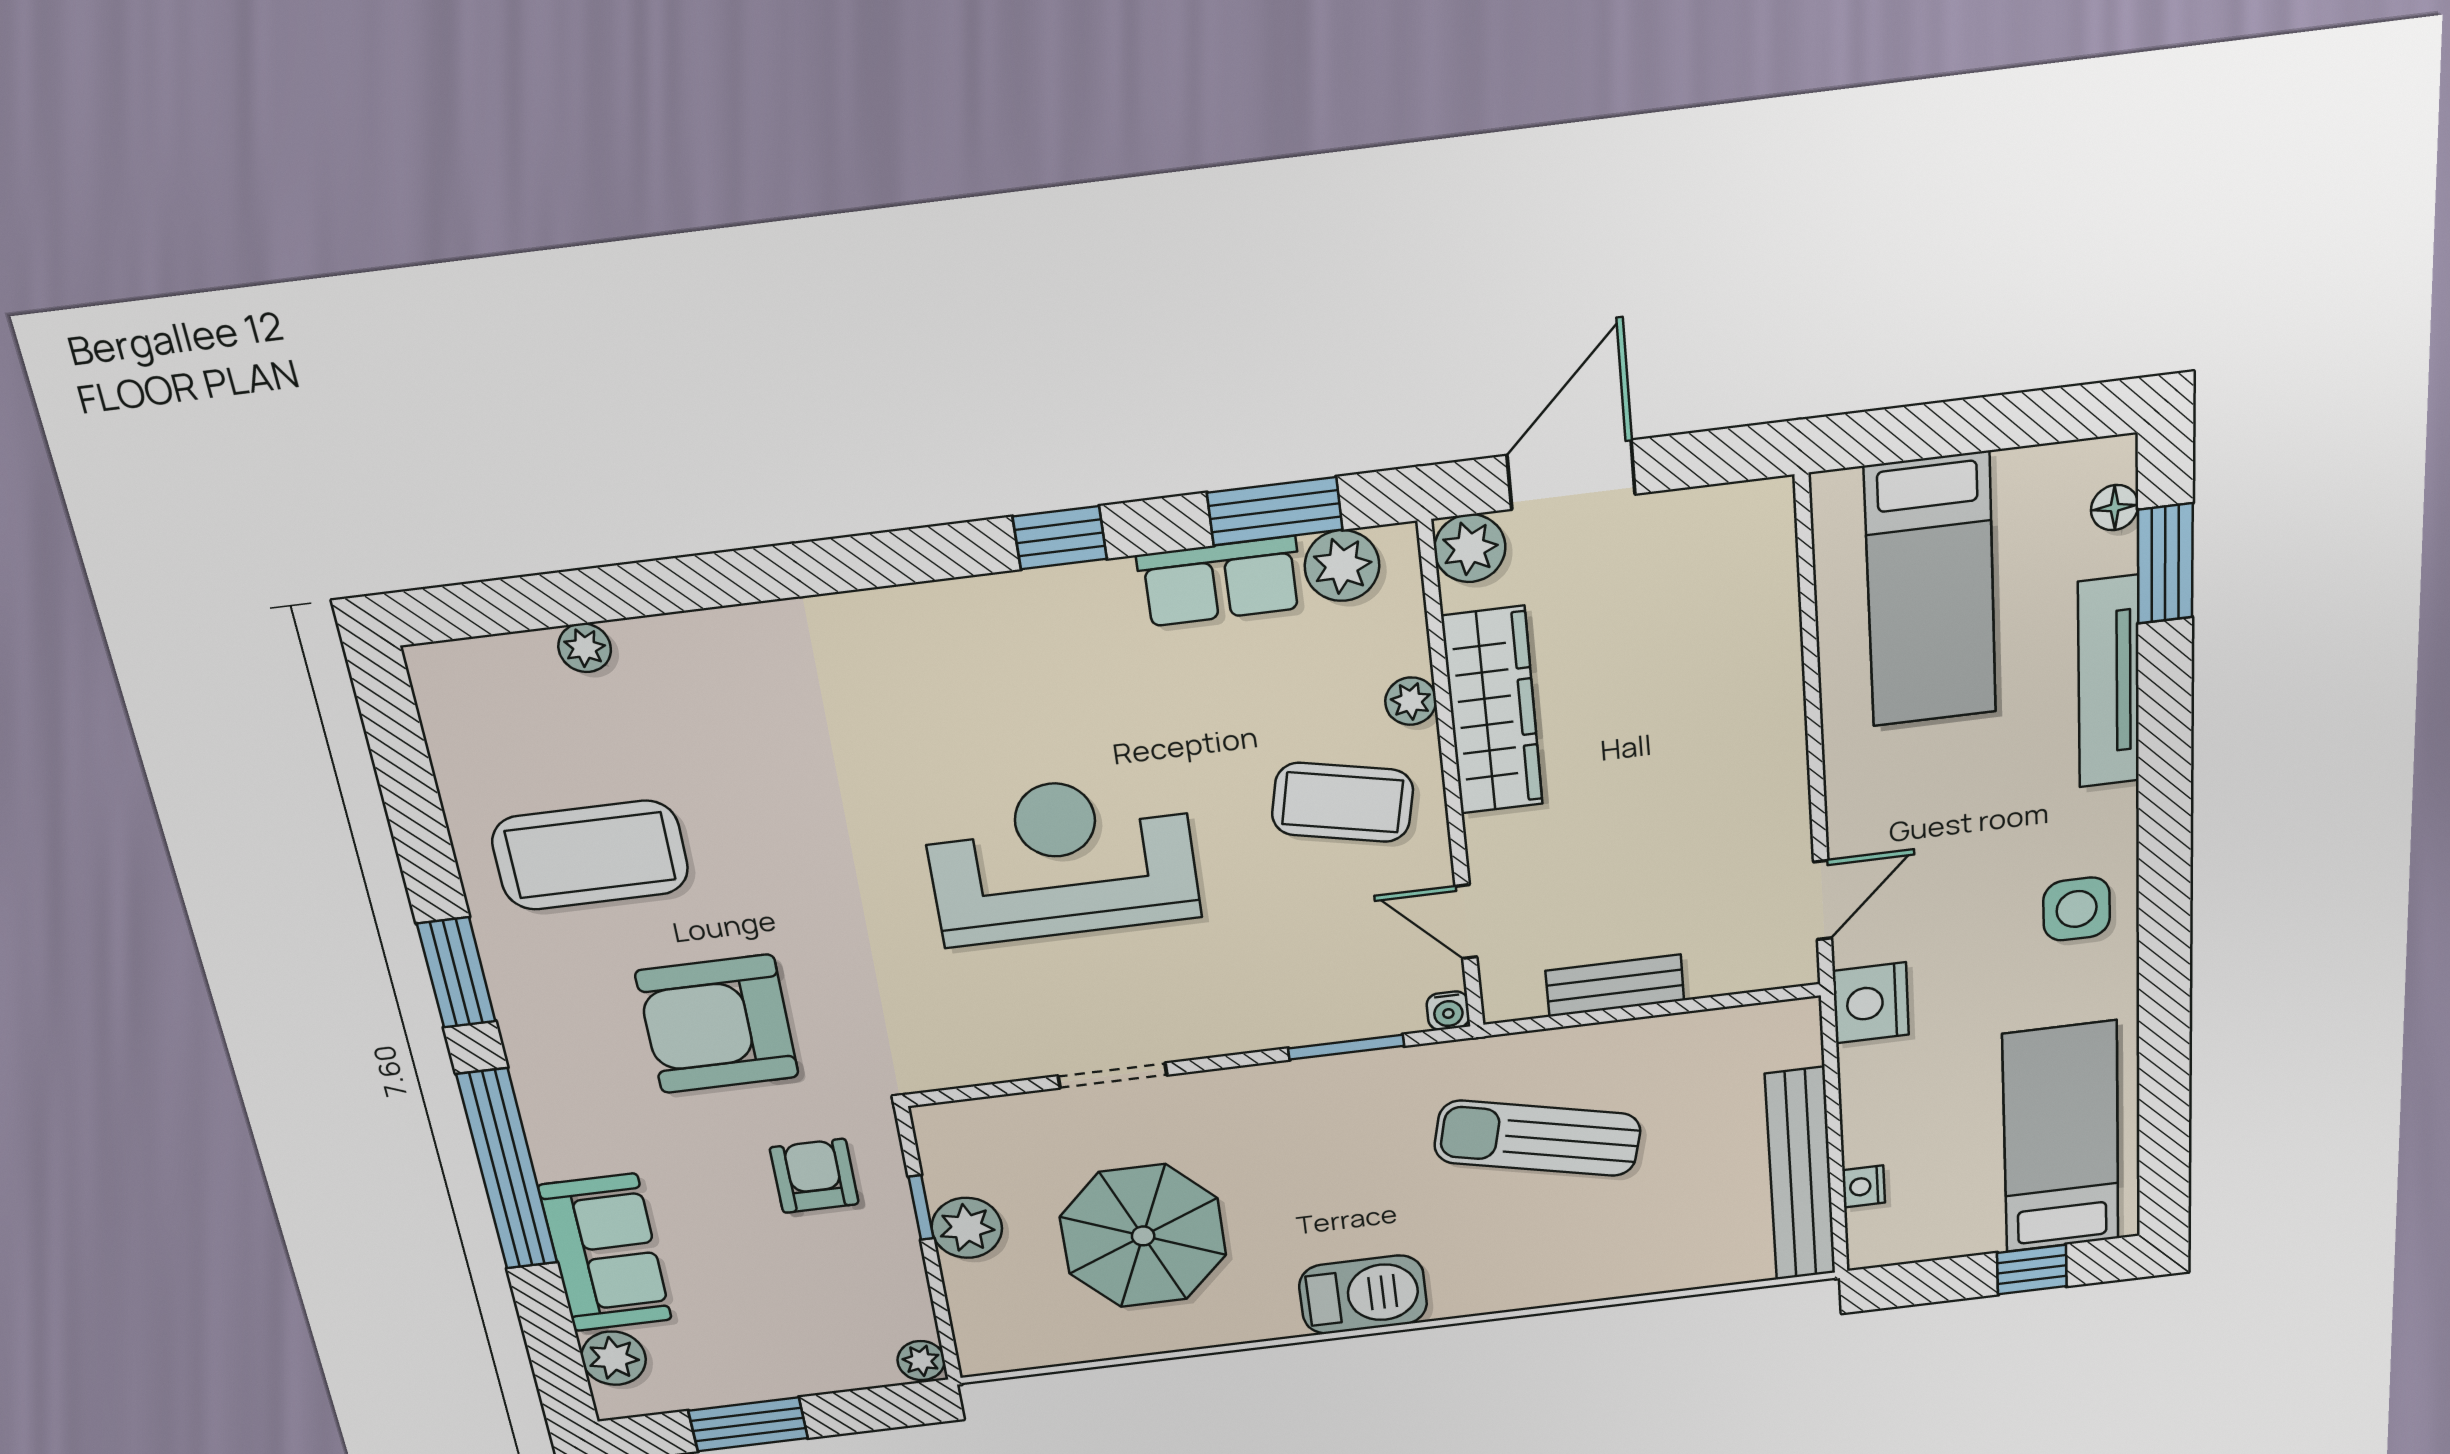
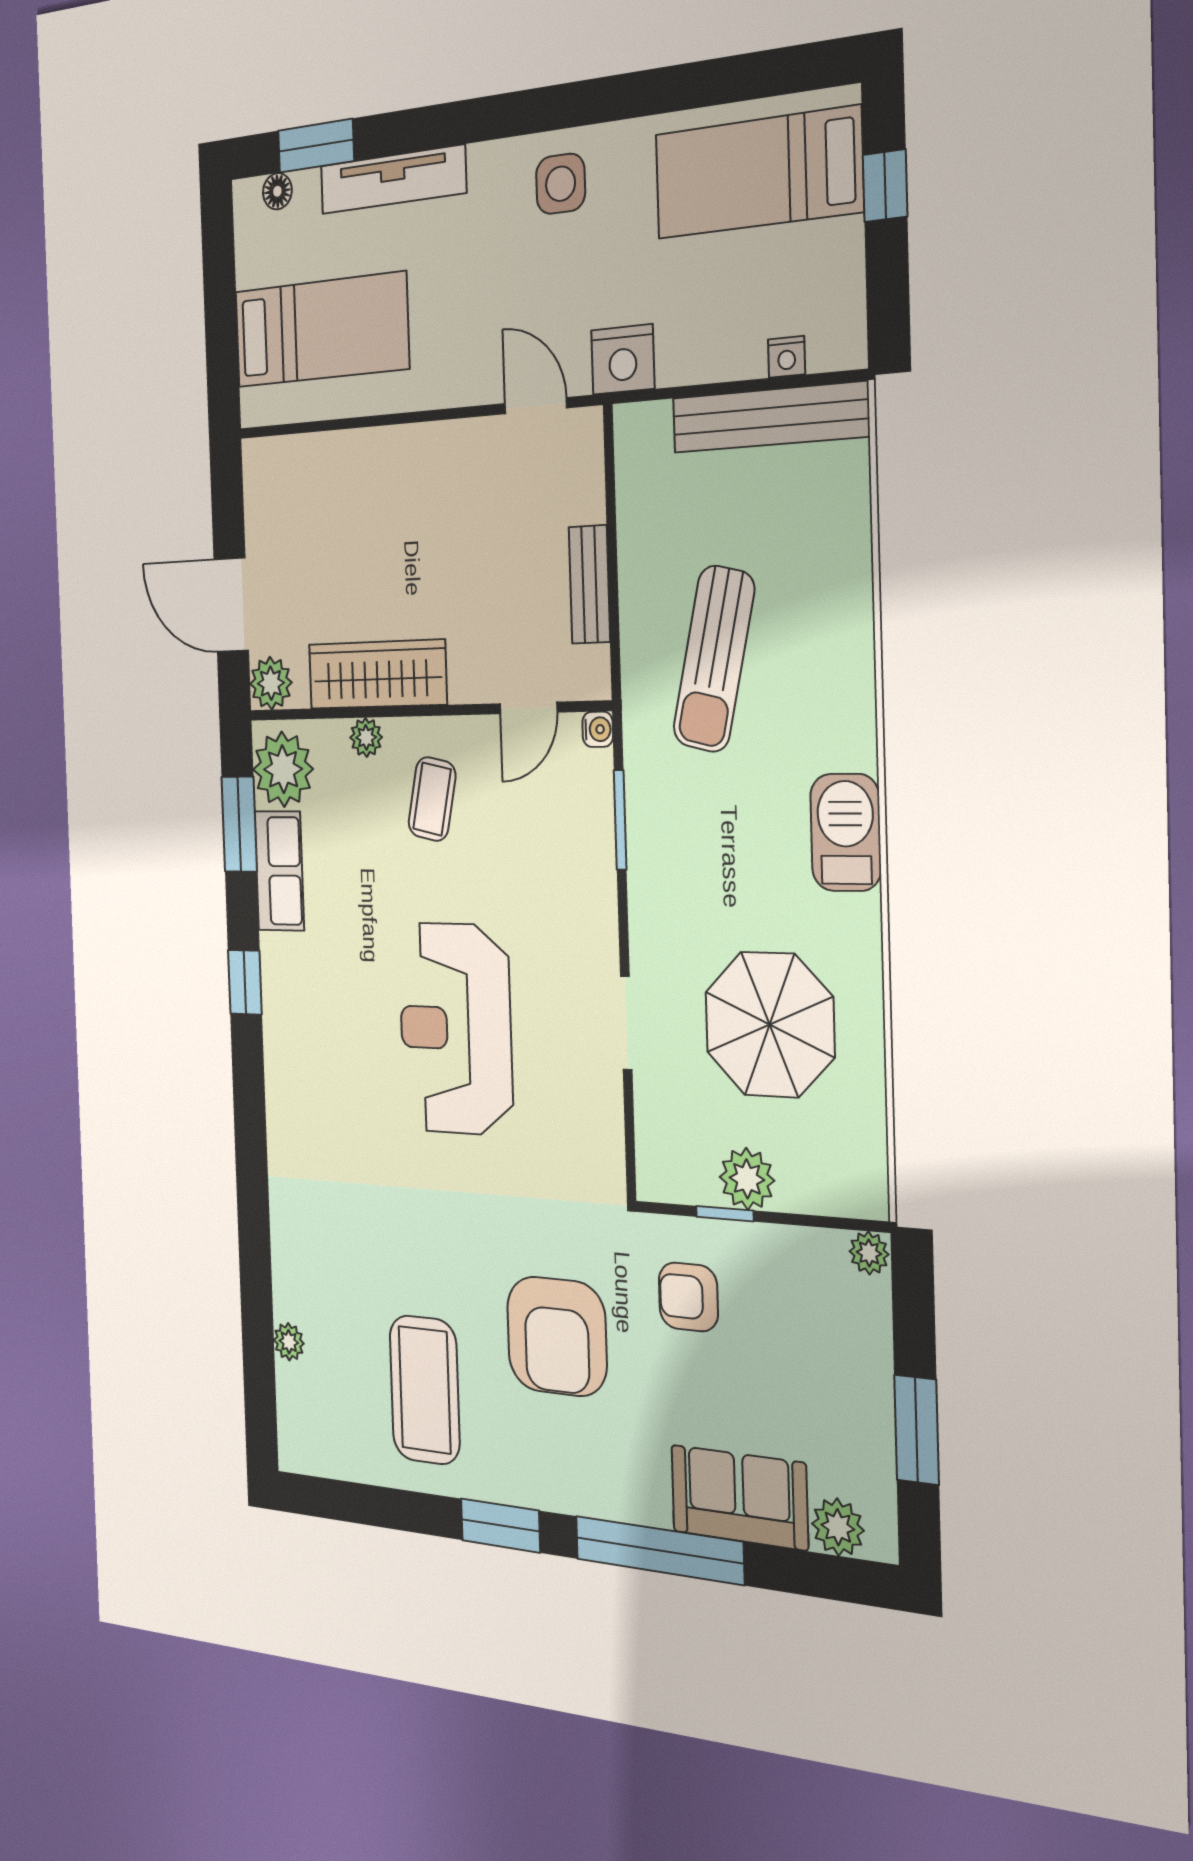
plant: (1342, 566) -> (283, 769), width x1.36, depth x1.36
coffee table: (1343, 802) -> (432, 799), width x0.73, depth x0.77

